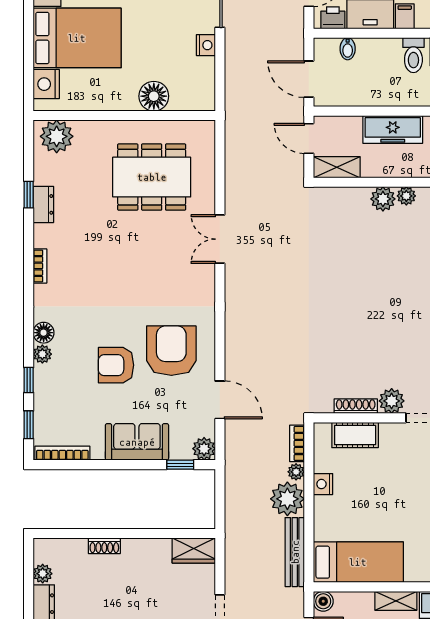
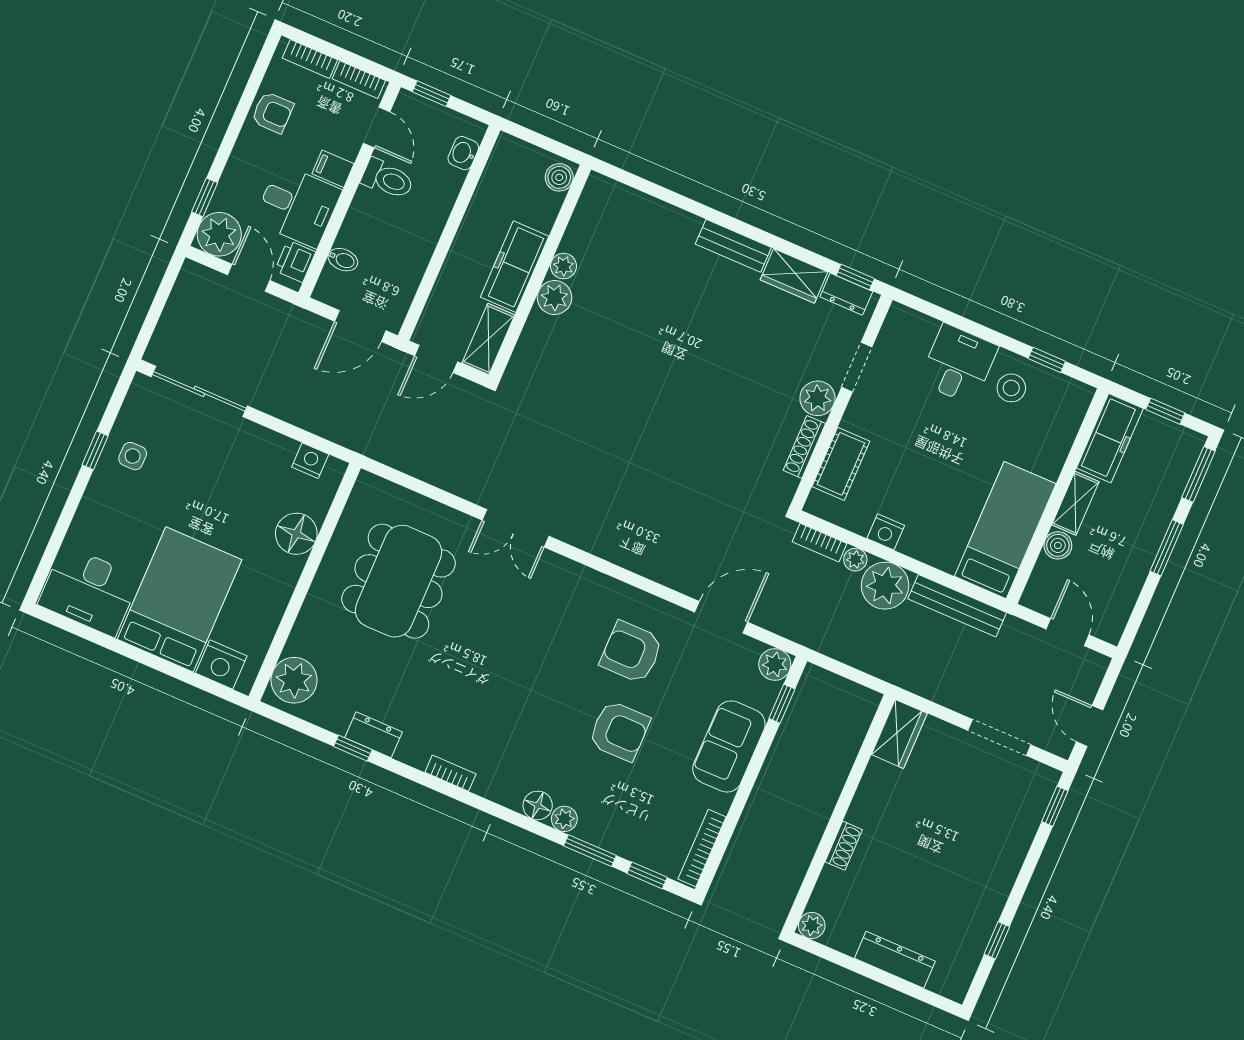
nightstand: (206, 45) -> (310, 461), moved
freezer: (393, 129) -> (515, 267), moved, turned 180
armchair: (171, 351) -> (631, 652), width x0.73, depth x0.73
armchair: (116, 365) -> (619, 731), turned -90
window: (29, 380) -> (590, 851), width x1.50
plant: (43, 574) -> (812, 925), moved
boiler: (323, 601) -> (1058, 545), moved

